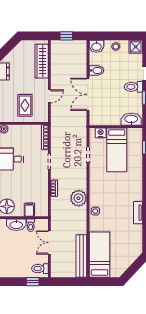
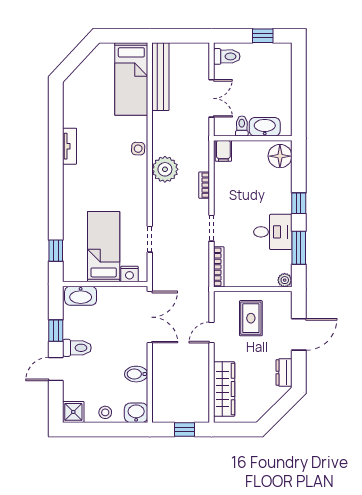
double door: (88, 94) -> (150, 317), moved
filing cabinet: (29, 210) -> (223, 151), moved
window: (33, 282) -> (263, 36), moved

